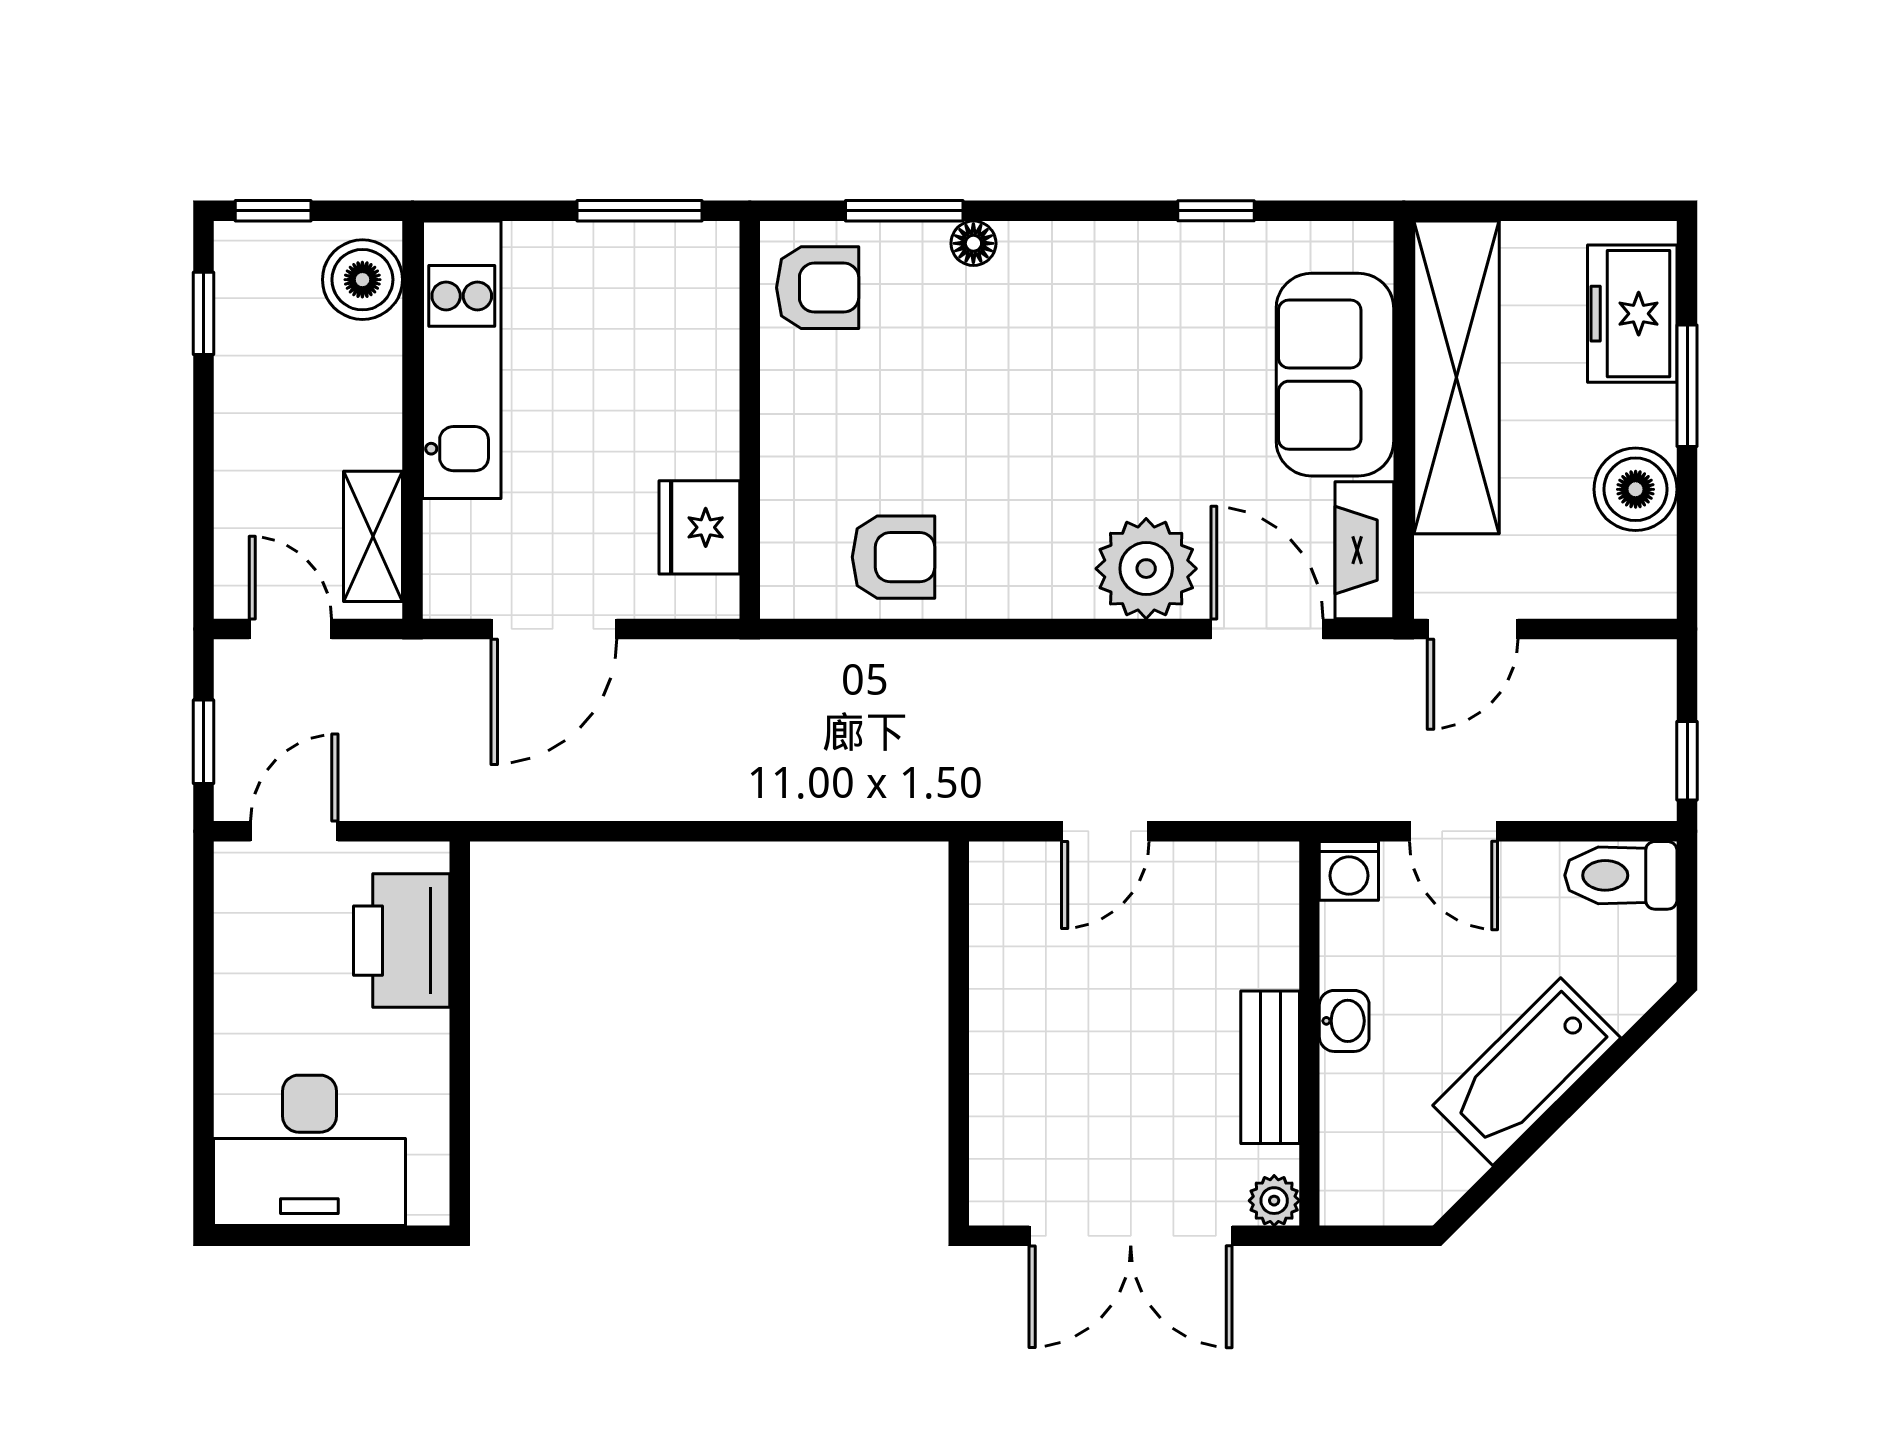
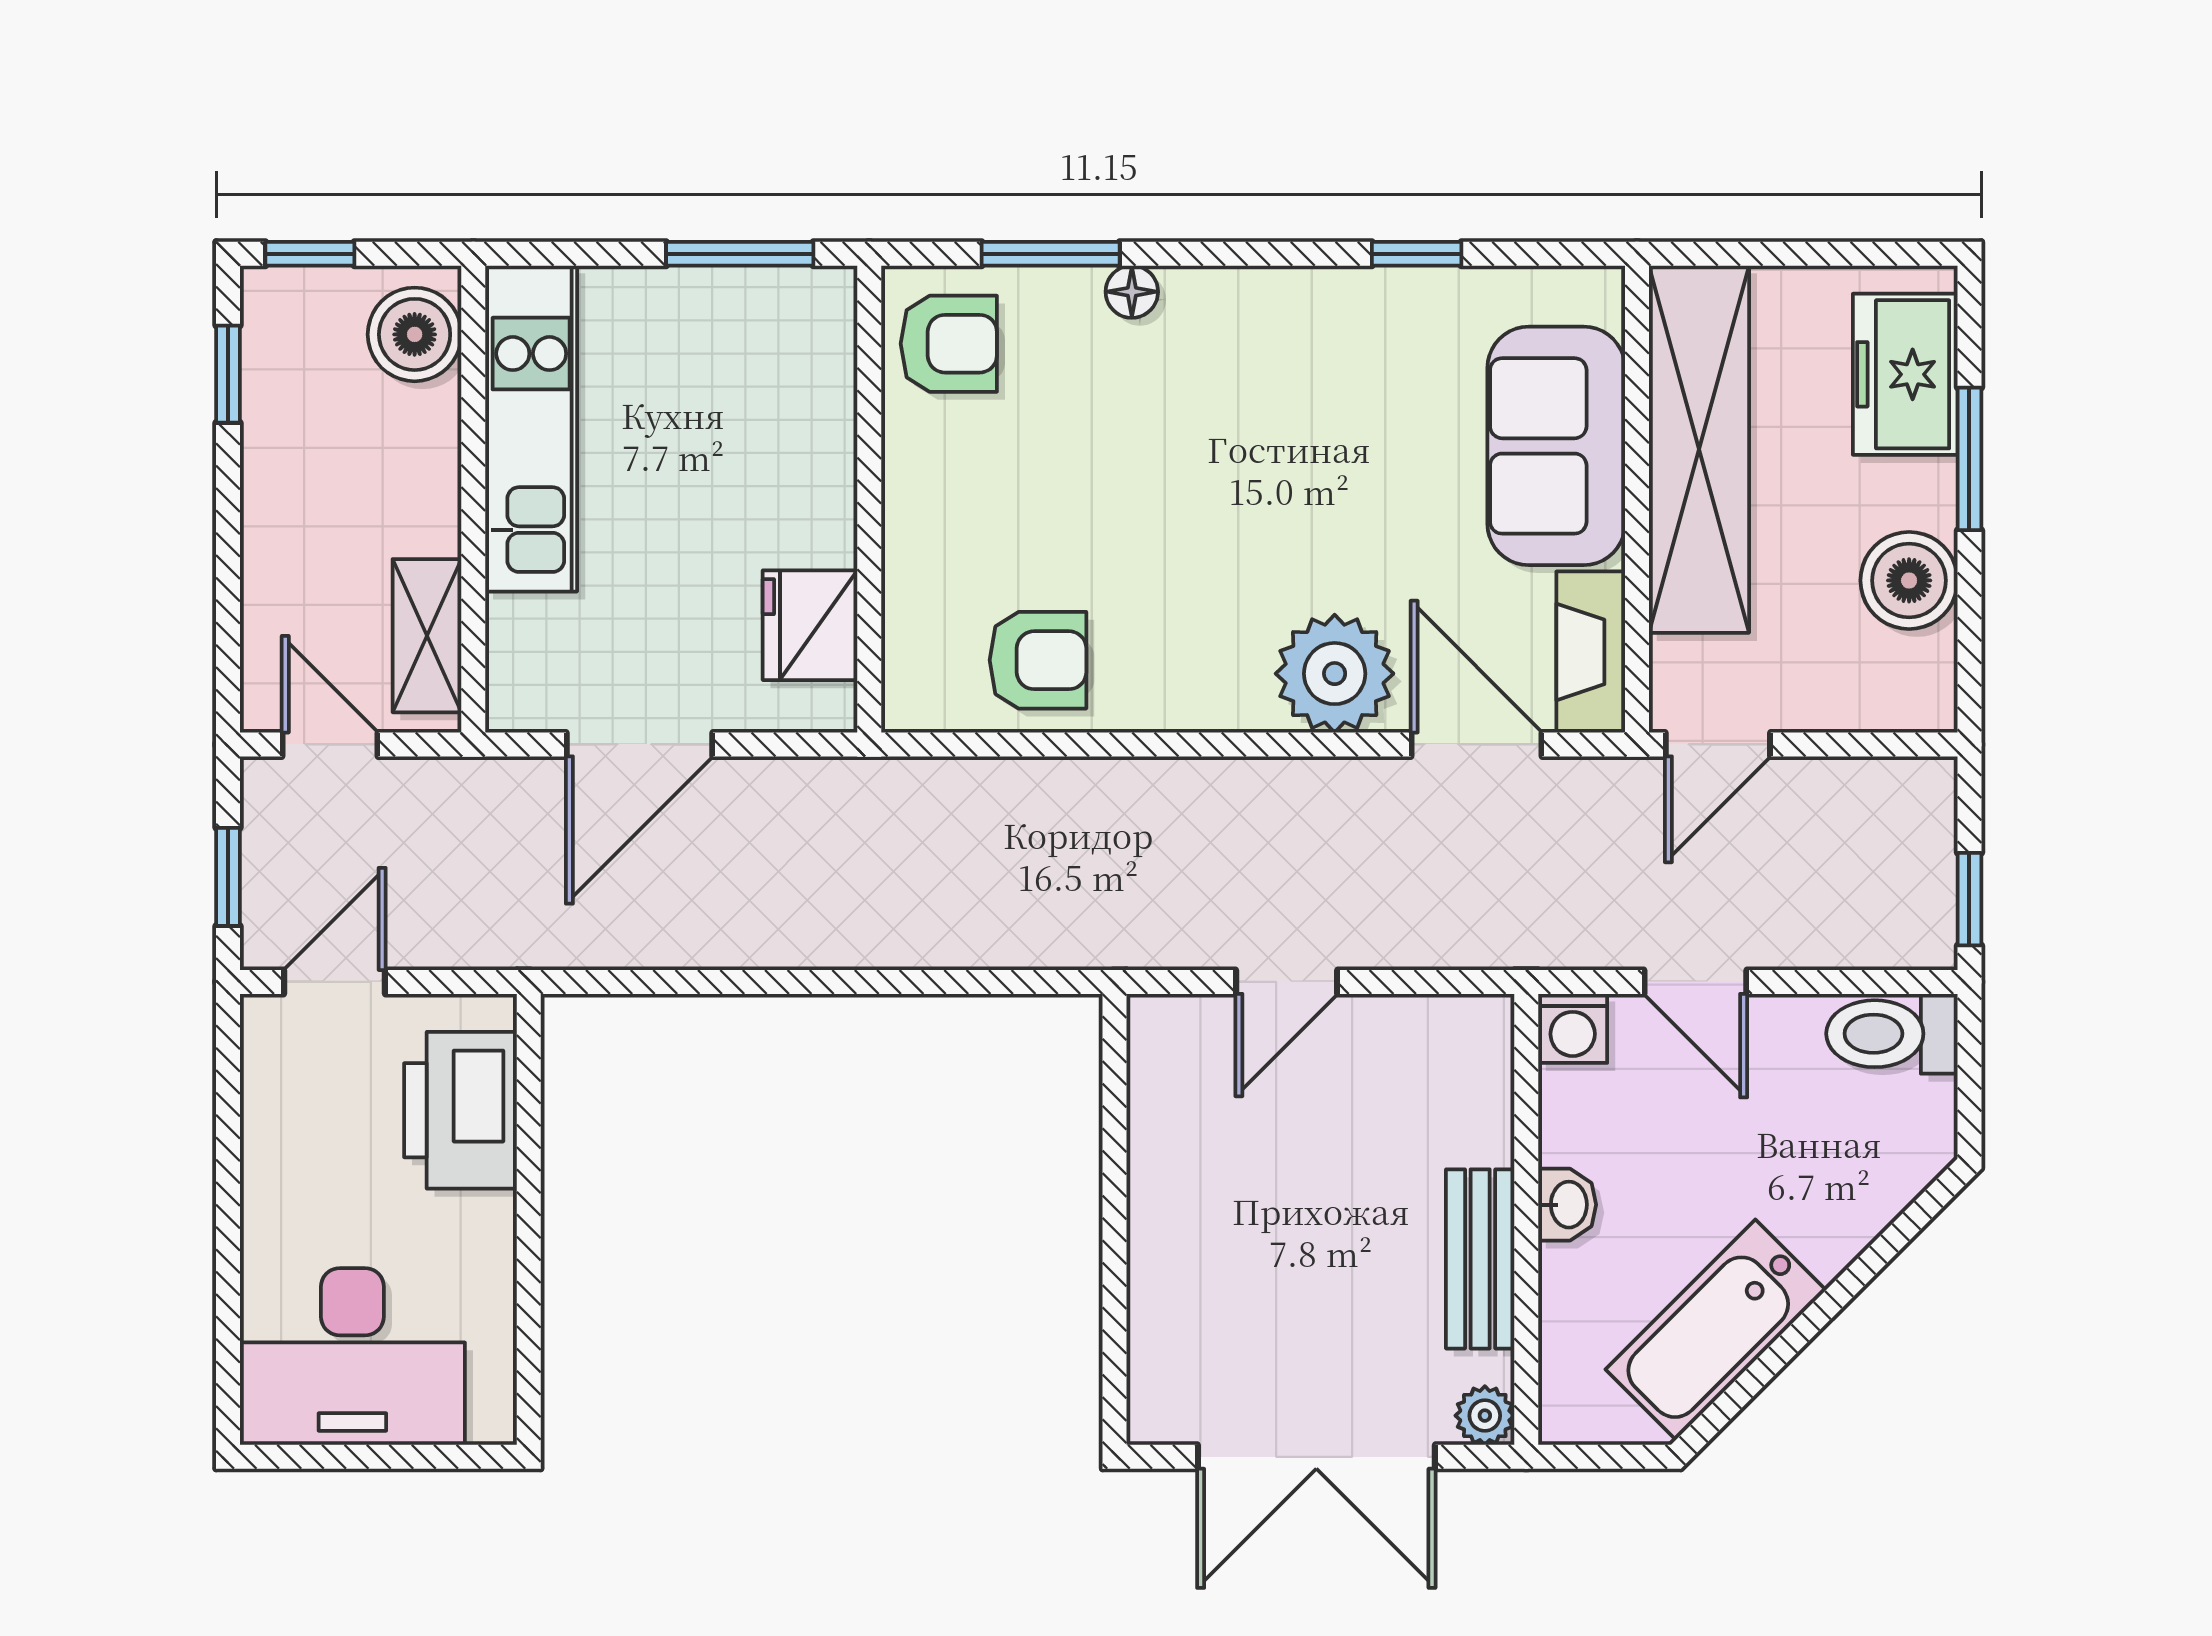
bathtub: (1527, 1072) -> (1716, 1330), moved

